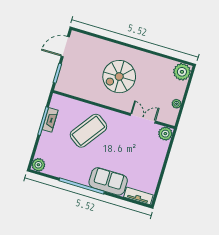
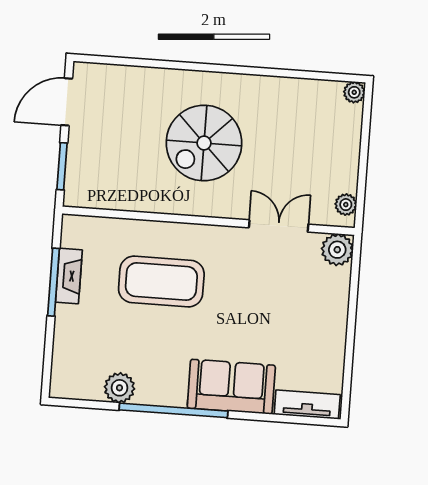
plant: (182, 72) -> (354, 92), width x0.53, depth x0.53
plant: (177, 104) -> (346, 205), moved
coffee table: (88, 131) -> (161, 281), turned 54
plant: (38, 165) -> (119, 388), moved

